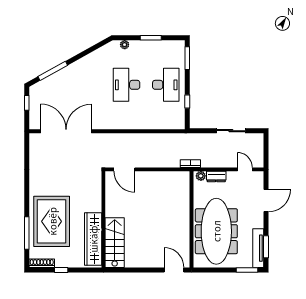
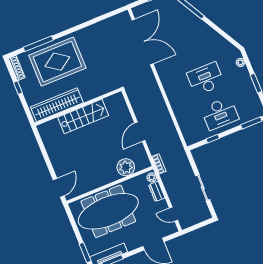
door: (124, 169) -> (140, 132), moved
door: (245, 169) -> (173, 214), swing flipped
plant: (181, 197) -> (126, 167), added
stairs: (115, 243) -> (83, 116), moved

